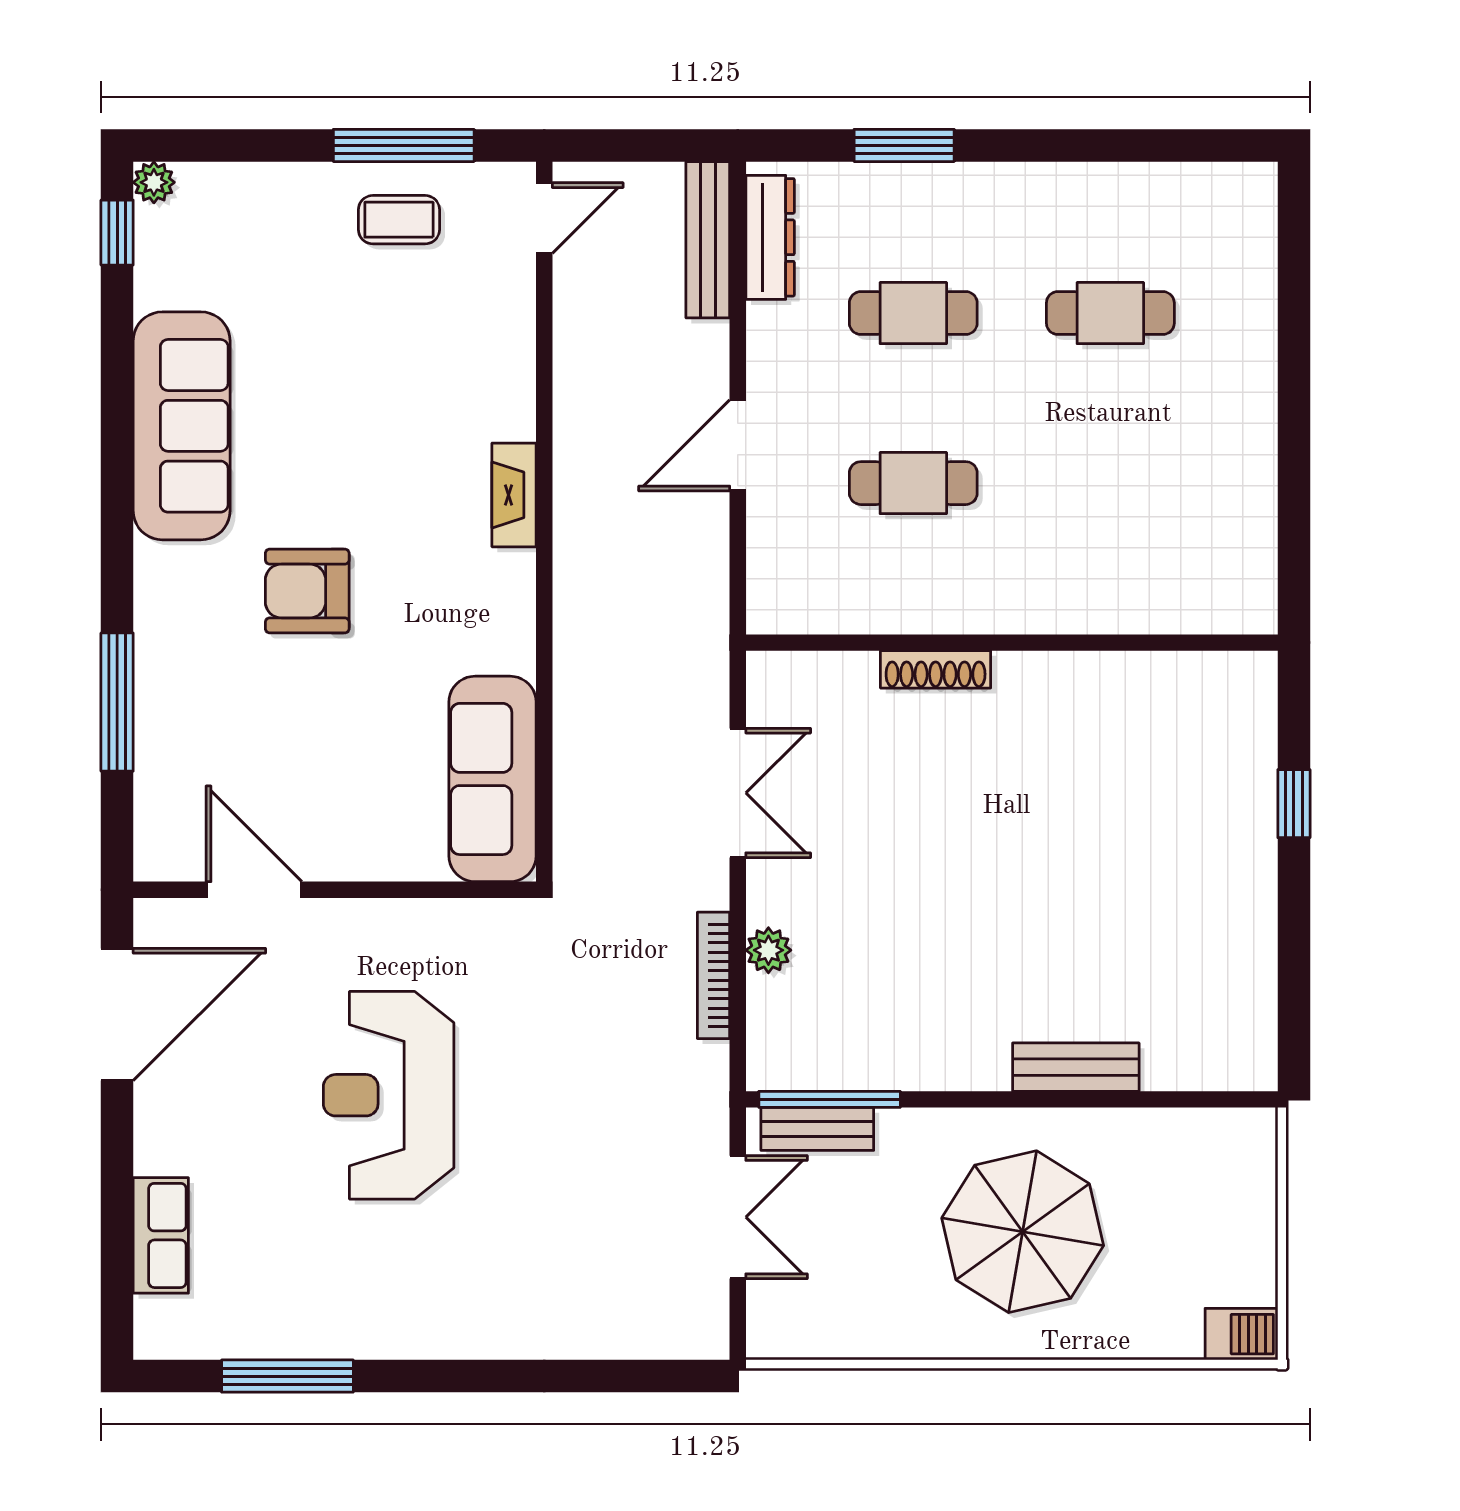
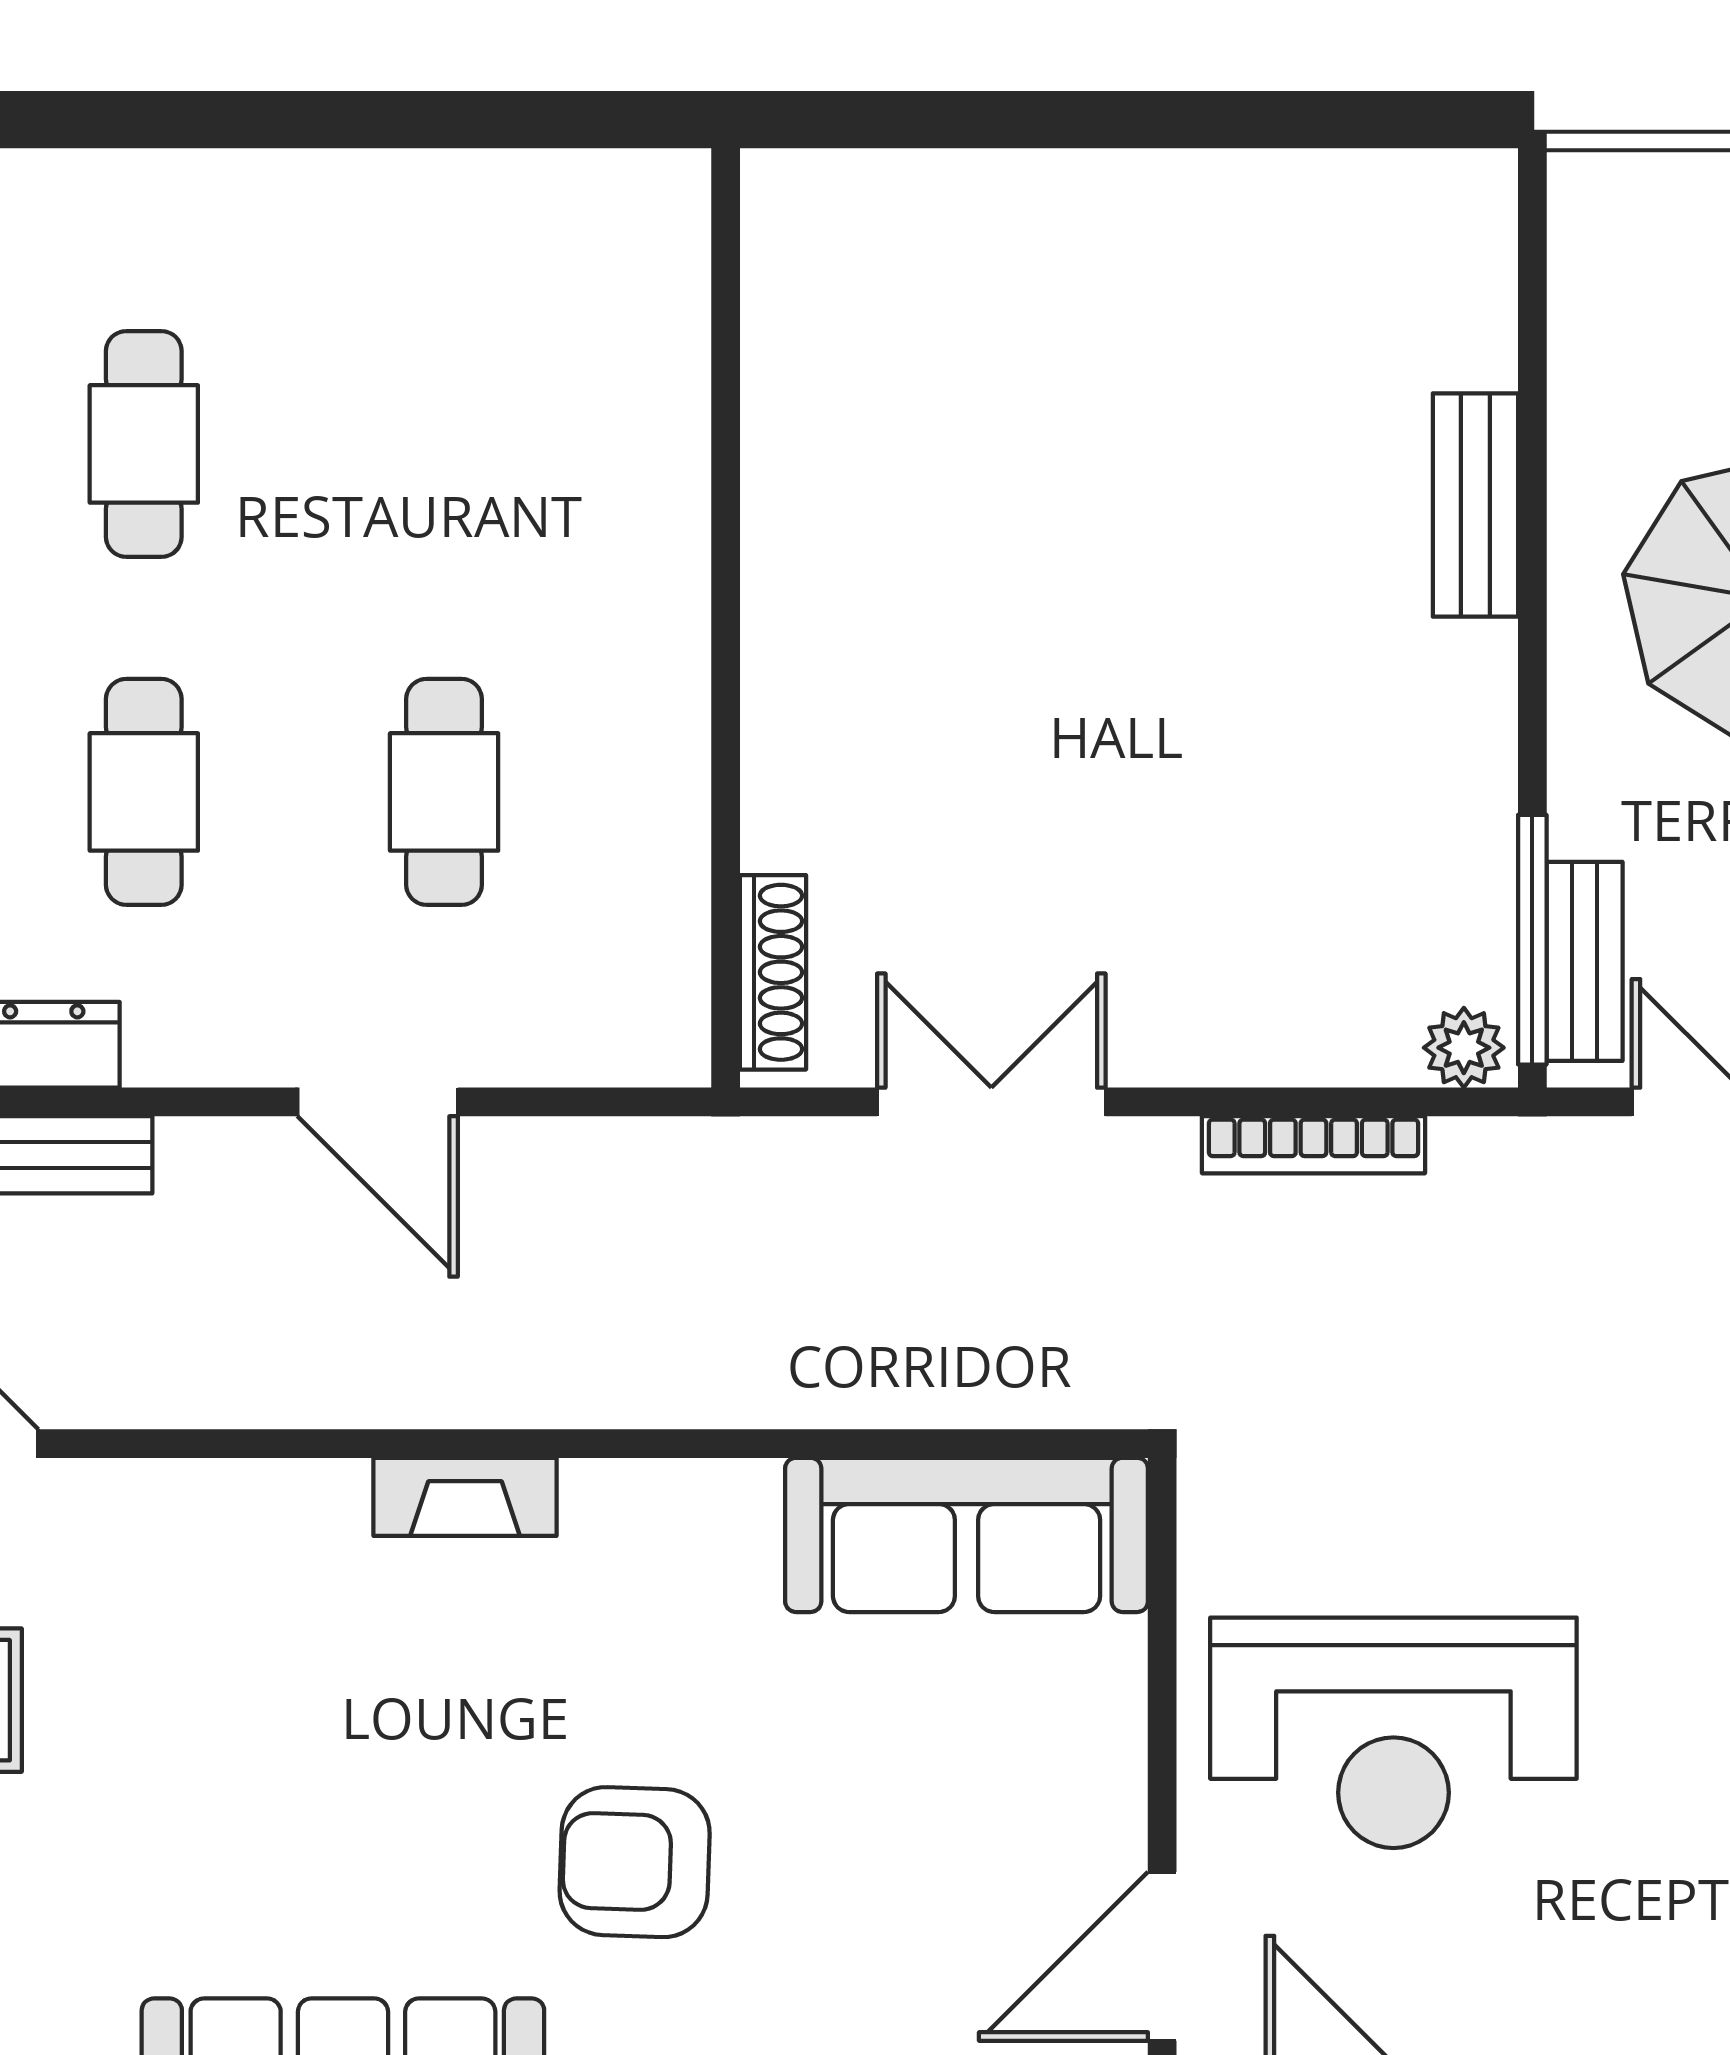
armchair: (307, 591) -> (635, 1862), turned 92
shoe rack: (936, 669) -> (773, 972), moved
window: (1294, 804) -> (1010, 120), removed
plant: (768, 950) -> (1464, 1048), moved
reception desk: (389, 1095) -> (1393, 1733), moved

